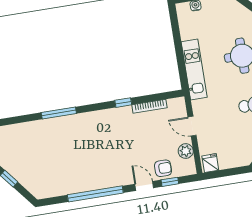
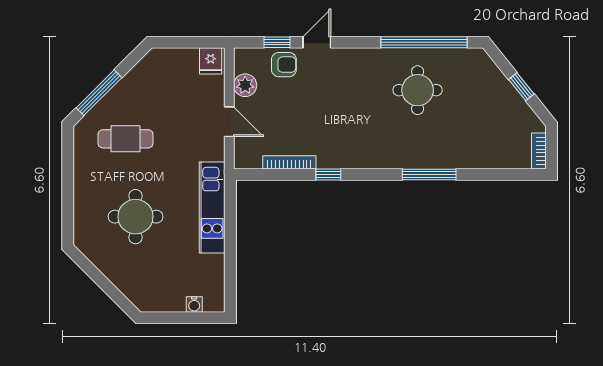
round table: (75, 166) -> (418, 90), added
armchair: (163, 168) -> (284, 65), turned 180
door: (144, 186) -> (317, 42), swing flipped
window: (95, 194) -> (424, 42), moved

